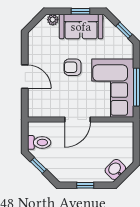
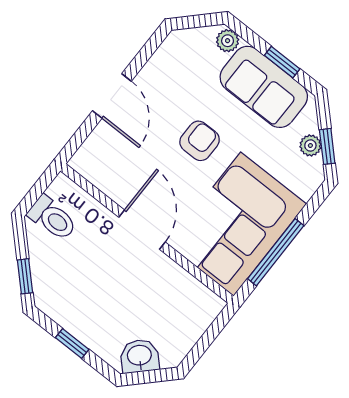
plant: (117, 35) -> (310, 145), added
armchair: (73, 67) -> (200, 141), turned 90
door: (77, 119) -> (142, 230), swing flipped
window: (38, 166) -> (25, 276), moved

